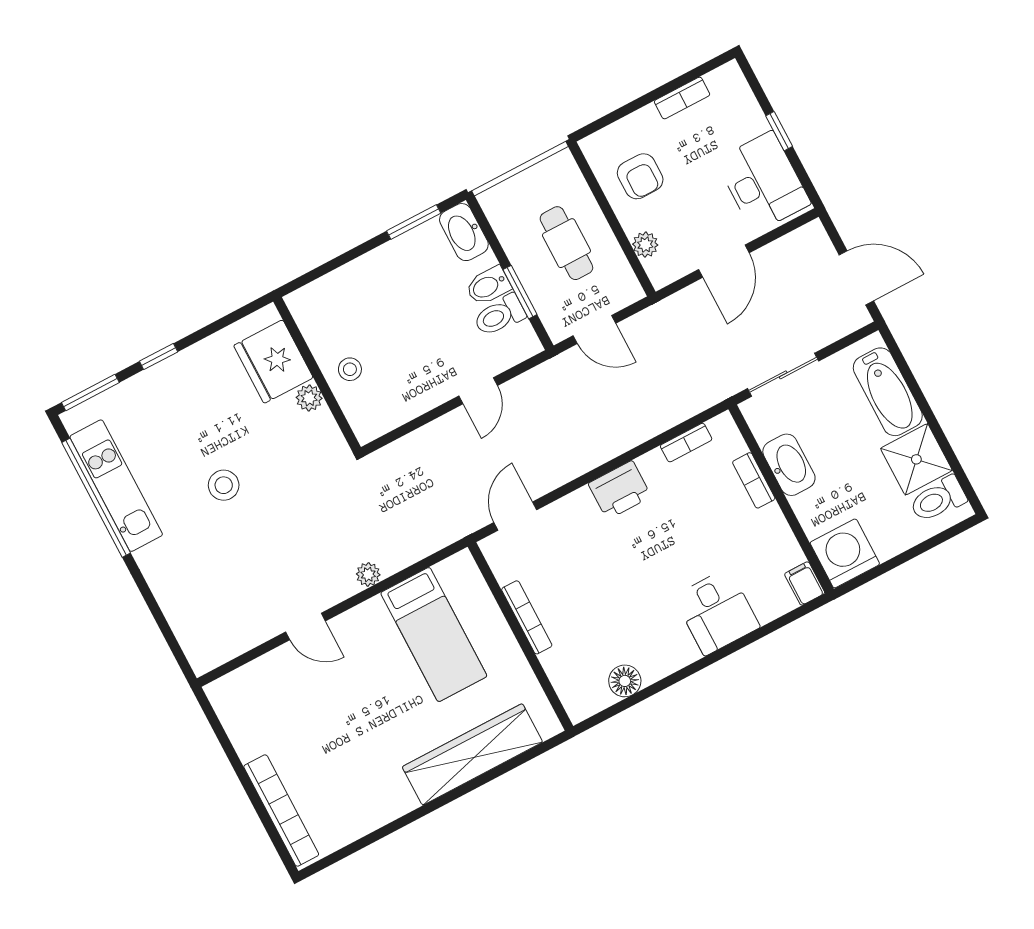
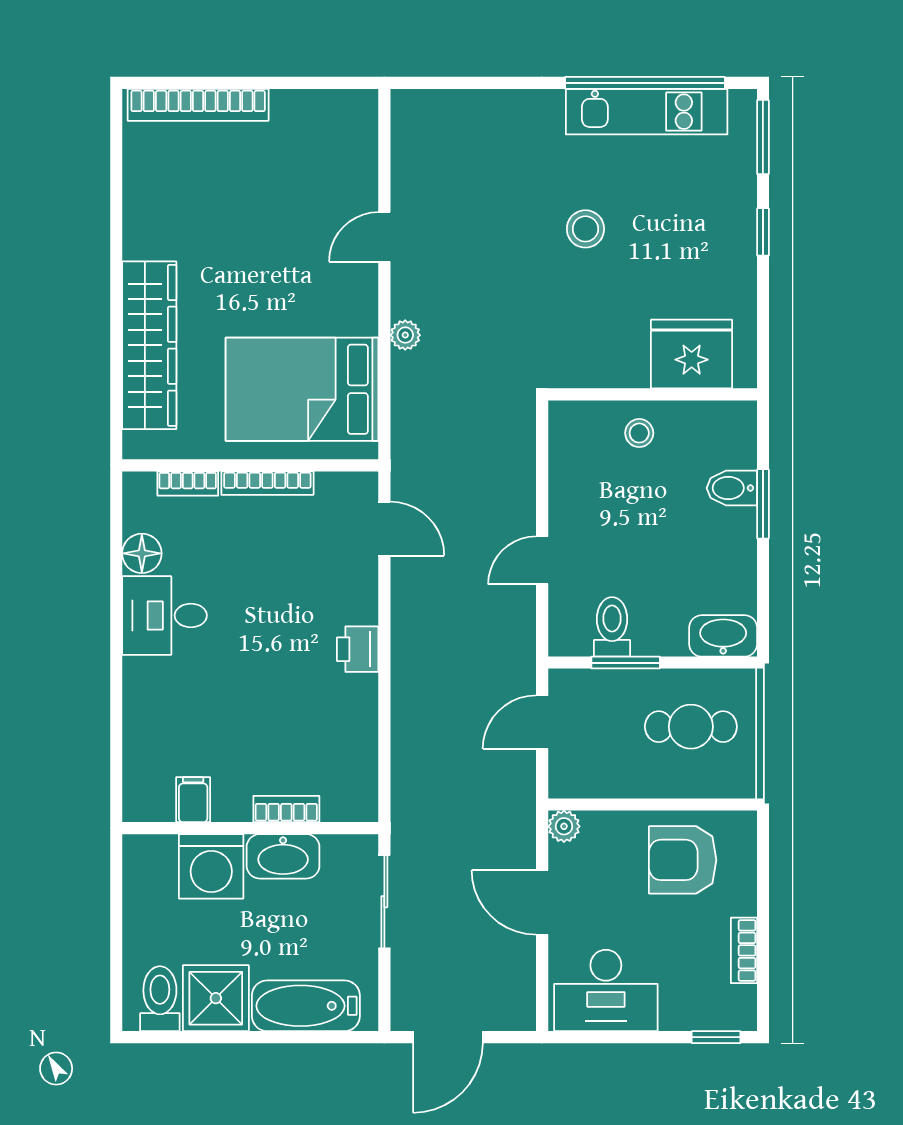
window: (779, 131) -> (716, 1037), moved
armchair: (640, 176) -> (683, 860), width x1.38, depth x1.38
window: (414, 222) -> (763, 504), moved
cafe table: (566, 243) -> (691, 727), moved
plant: (645, 245) -> (564, 826), moved
bidet: (488, 286) -> (732, 488), moved, turned -90
door: (478, 391) -> (542, 560), hinge flipped
plant: (309, 398) -> (631, 372), removed
bookcase: (686, 443) -> (188, 483), moved, turned -90
printer: (620, 490) -> (358, 649), width x0.73, depth x0.81
washing machine: (845, 553) -> (211, 866), moved, turned 90
filing cabinet: (805, 583) -> (193, 800), moved, turned -90
desk: (717, 612) -> (165, 615), moved
bed: (434, 635) -> (302, 389), width x1.50

